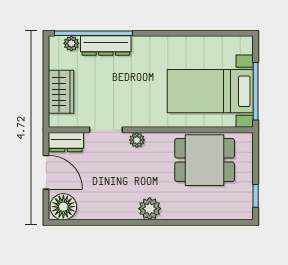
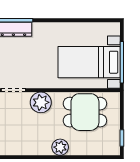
plant: (137, 140) -> (41, 102), width x1.88, depth x1.88
plant: (150, 209) -> (60, 147), moved

